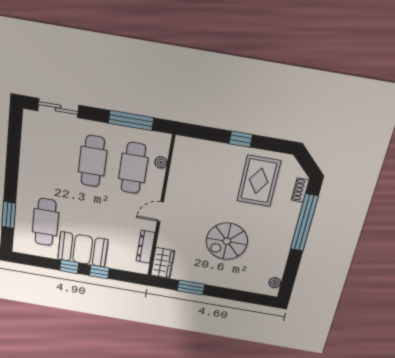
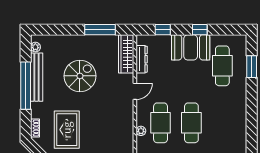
window: (304, 223) -> (26, 86), moved
bench: (282, 249) -> (37, 77), added
wardrobe: (162, 263) -> (126, 54), width x1.50
window: (99, 272) -> (163, 30), moved
window: (191, 288) -> (100, 30), width x1.44

